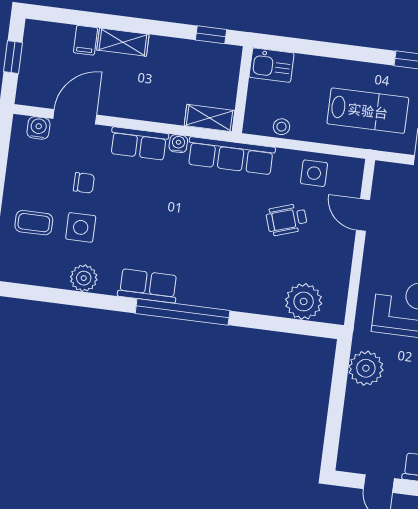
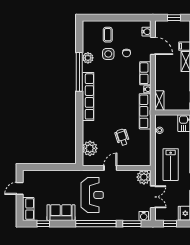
side table: (314, 173) -> (142, 146), removed
door: (363, 215) -> (110, 168), moved
row of seats: (148, 286) -> (88, 96), width x2.02
window: (183, 312) -> (79, 72), moved
plant: (366, 368) -> (144, 177), moved

